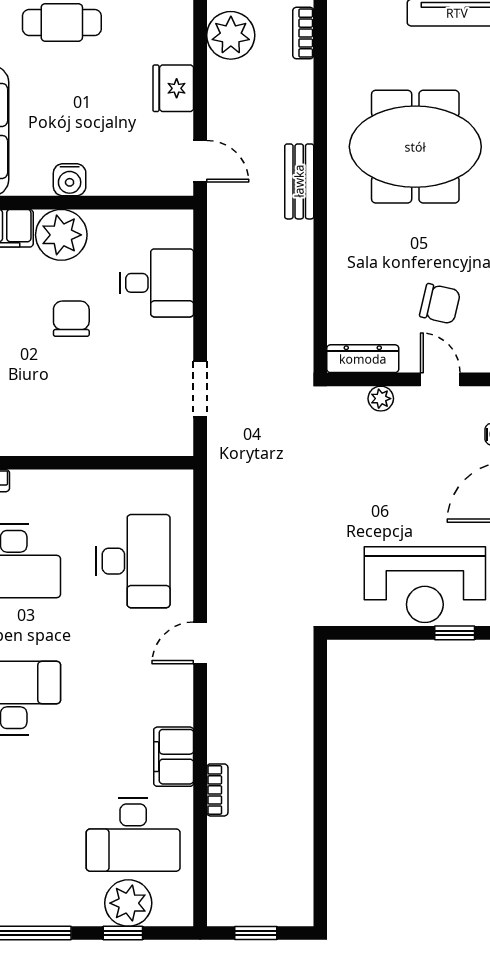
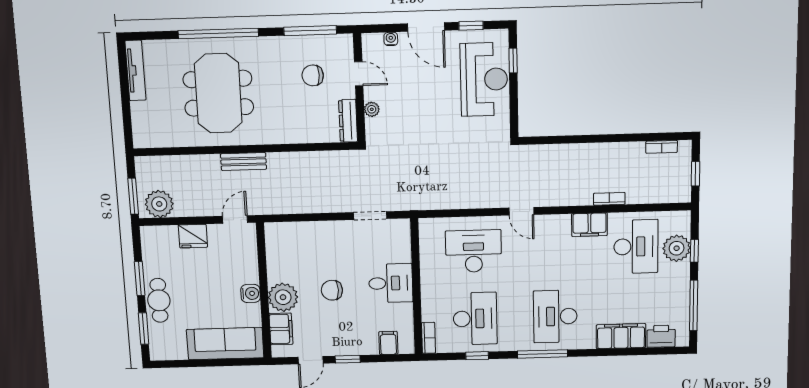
bookcase: (303, 33) -> (662, 147), moved
desk: (157, 283) -> (391, 283), moved, turned 90
chair: (440, 304) -> (313, 75), turned -103
door: (440, 379) -> (359, 74), swing flipped

